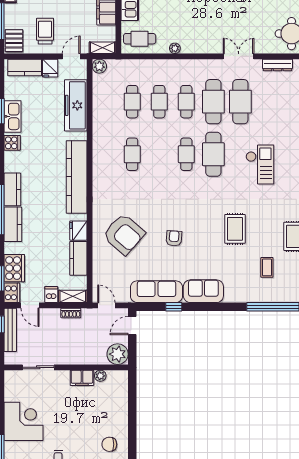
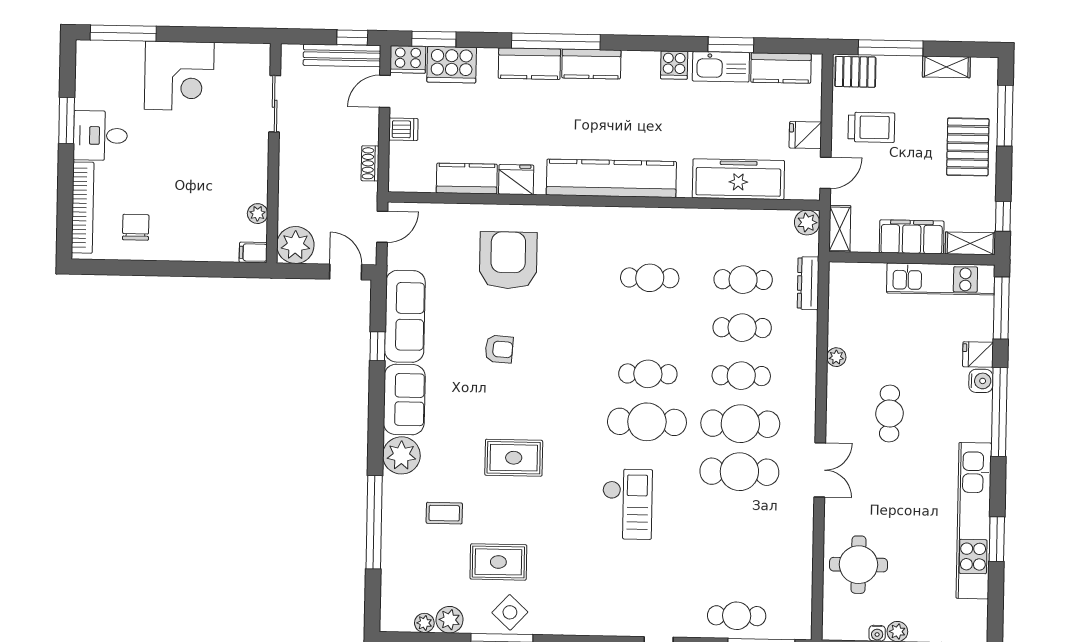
cafe table: (140, 39) -> (889, 414), moved
door: (71, 56) -> (825, 173), hinge flipped
dresser: (277, 65) -> (808, 283), moved
kitchen counter: (25, 68) -> (781, 68), moved, turned -90
checkout: (260, 164) -> (627, 504), turned -90
armchair: (124, 234) -> (508, 260), turned 139
plant: (235, 292) -> (401, 455), added
shelving: (73, 296) -> (399, 167), removed
filing cabinet: (82, 378) -> (253, 253), moved, width x0.50

